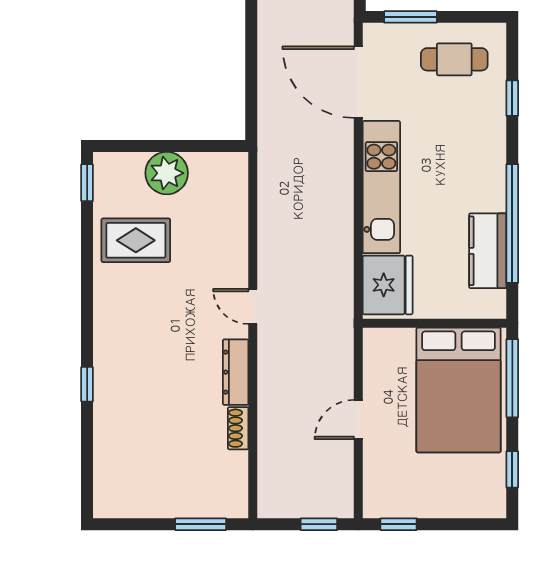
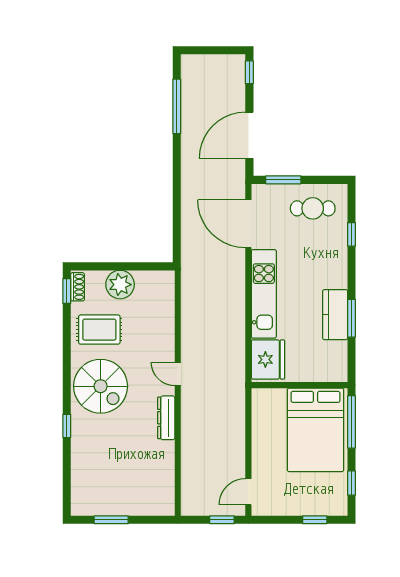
window: (512, 223) -> (352, 318), width x0.47
kitchen counter: (488, 251) -> (335, 315), moved
spiral stairs: (138, 325) -> (101, 386), added
door: (358, 420) -> (248, 492), moved
shoe rack: (238, 428) -> (78, 287), moved, turned 180
window: (201, 524) -> (111, 520), moved
window: (399, 524) -> (315, 520), moved

